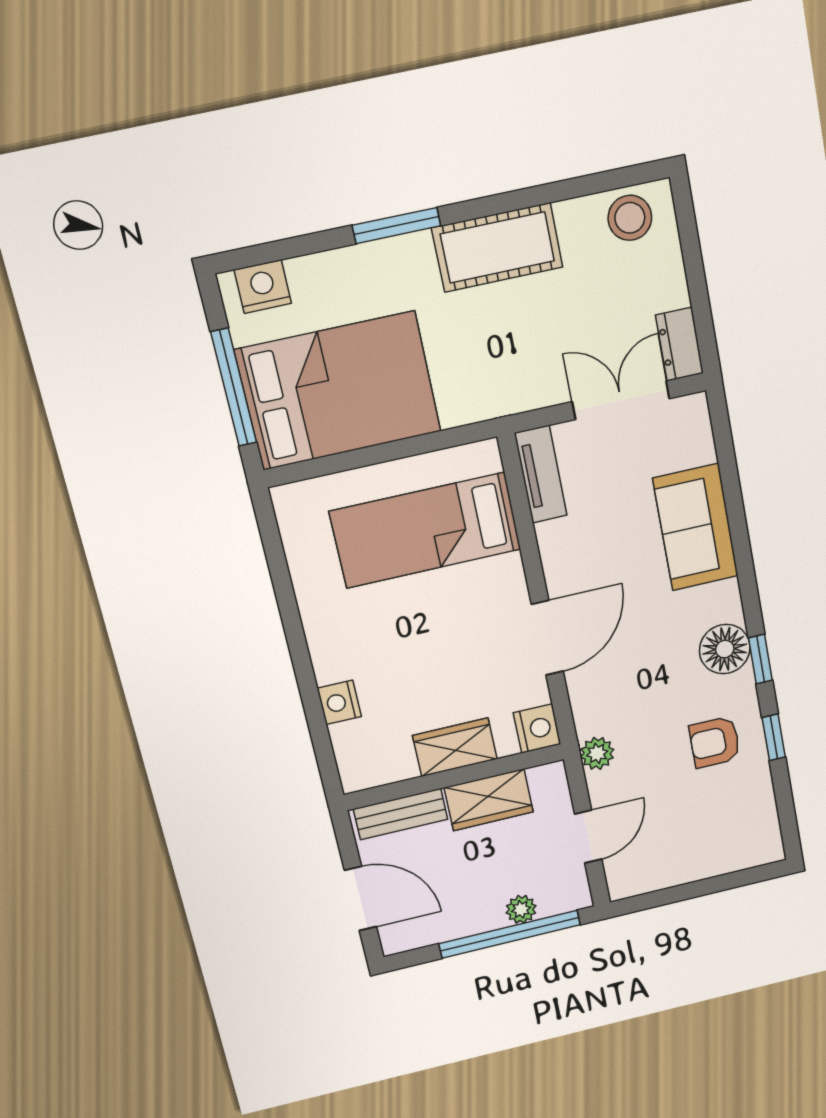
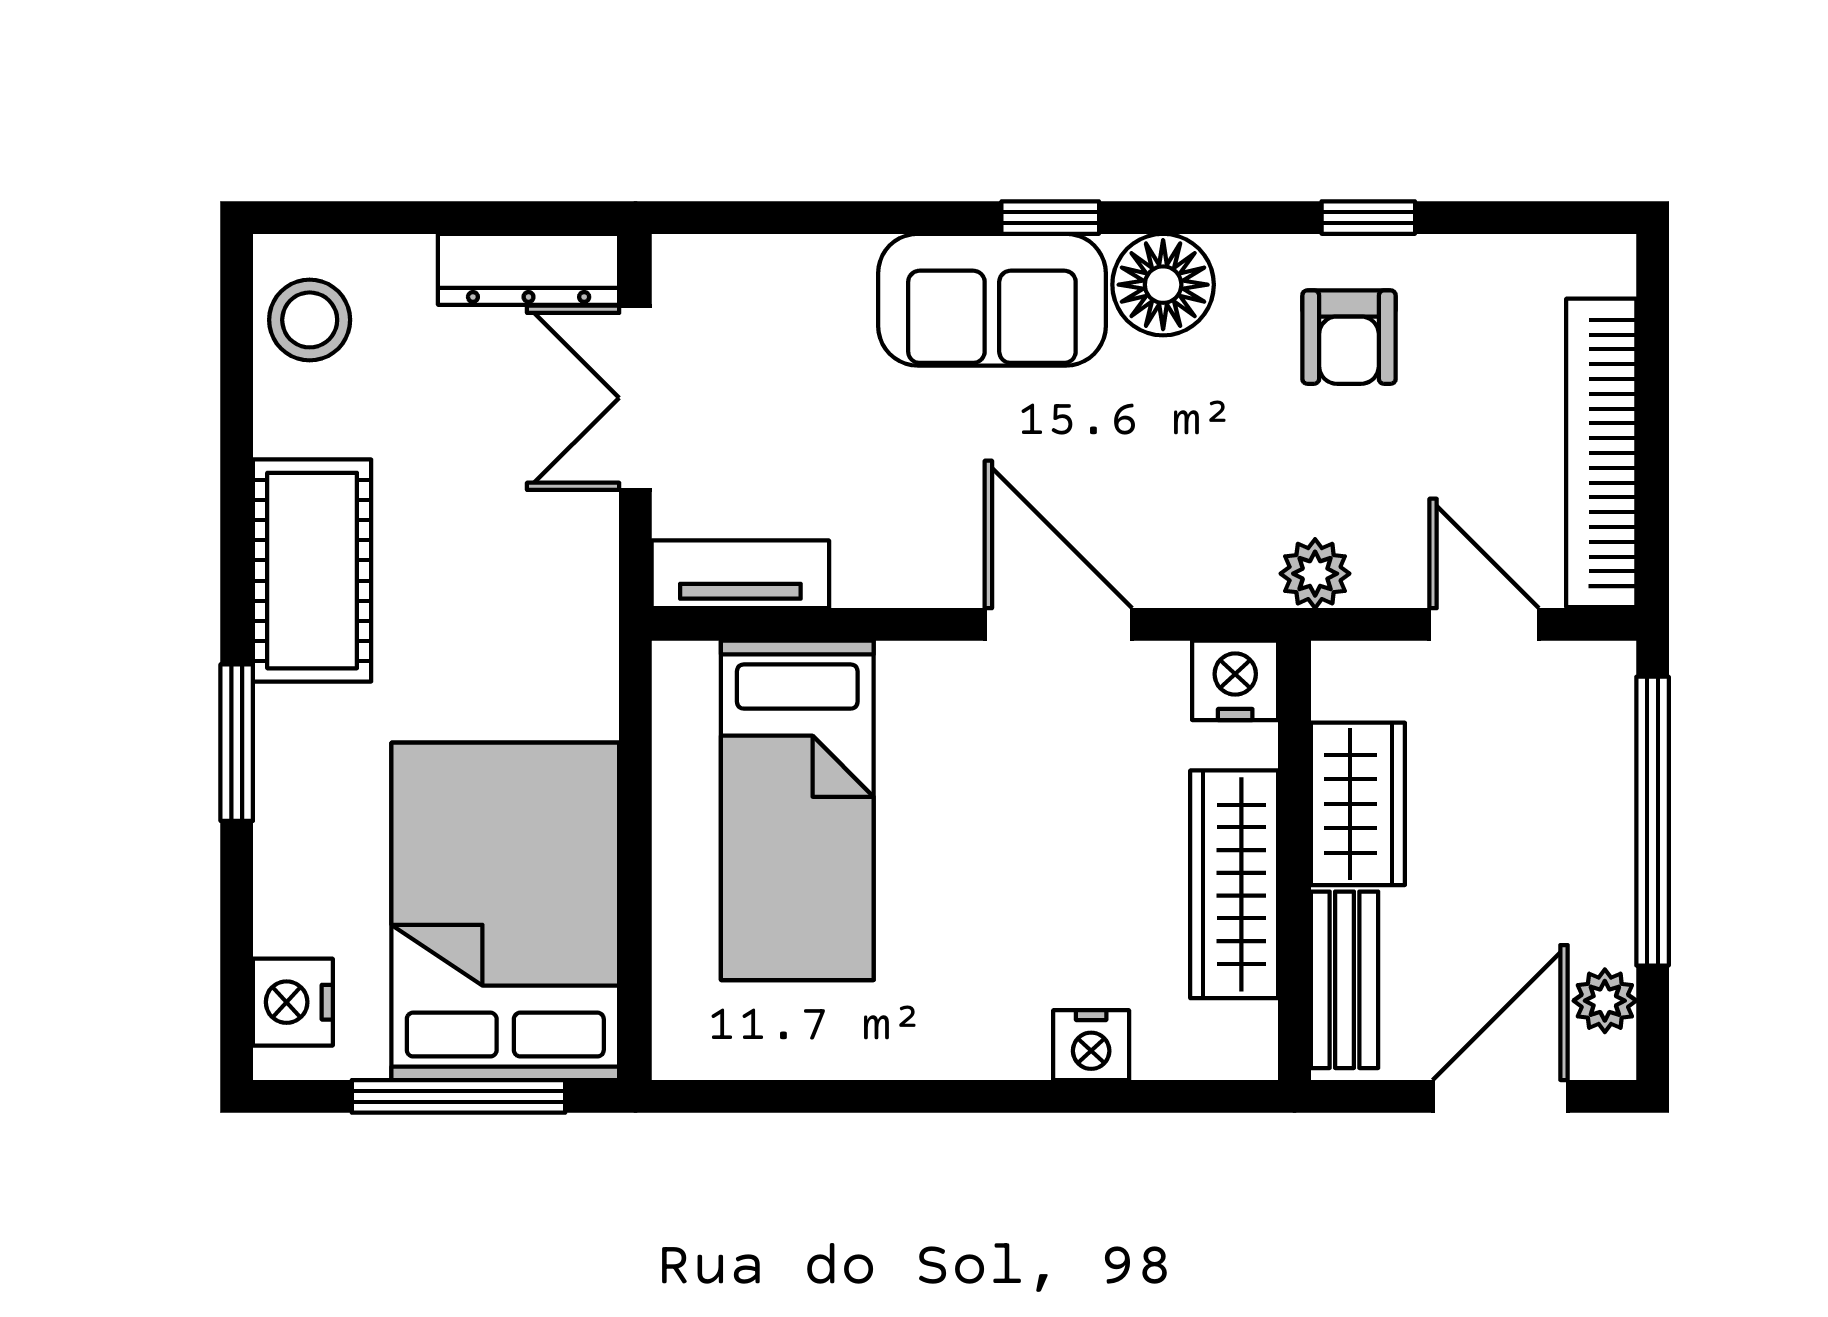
dresser: (680, 344) -> (529, 269), width x1.44
sofa: (696, 527) -> (992, 300), moved
window: (760, 659) -> (1050, 218), moved
wardrobe: (455, 747) -> (1234, 884), width x1.50
bookcase: (680, 869) -> (1601, 453), added
plant: (521, 909) -> (1605, 1001), moved

